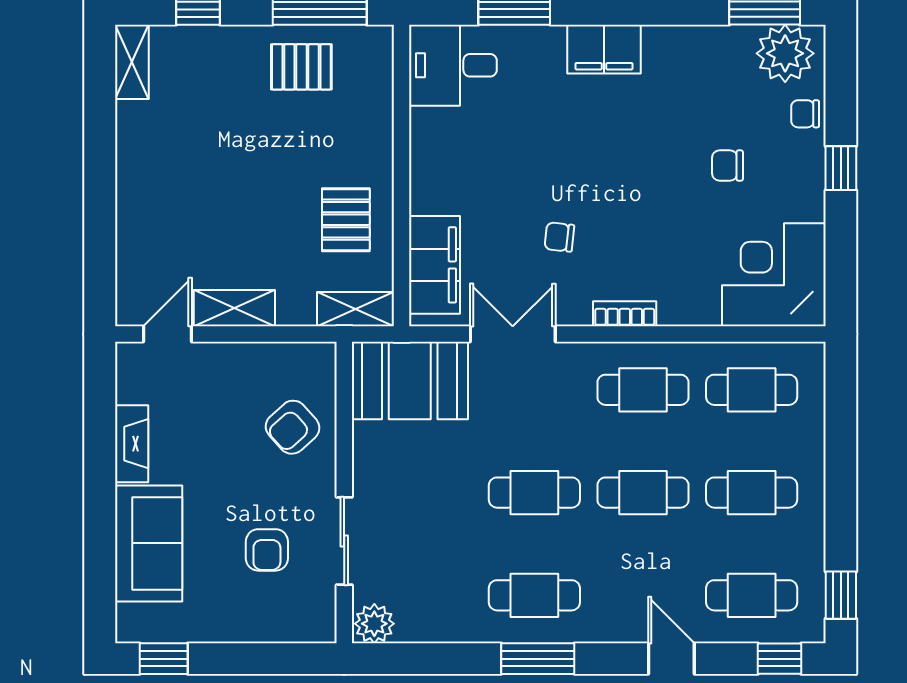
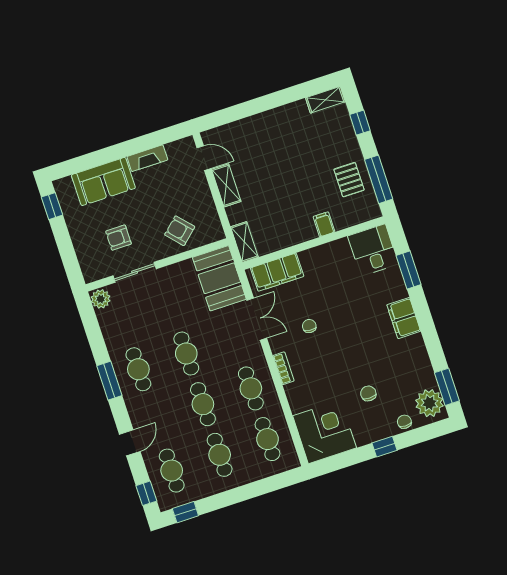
filing cabinet: (372, 144) -> (324, 224), added
pallet: (346, 220) -> (285, 224), removed

